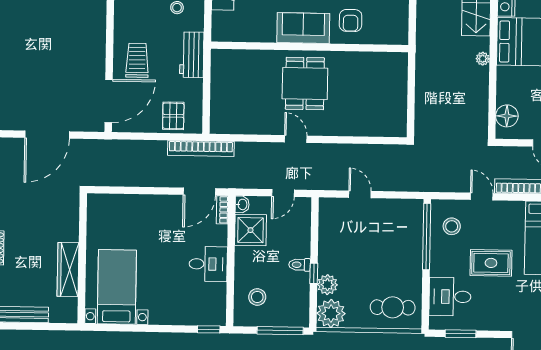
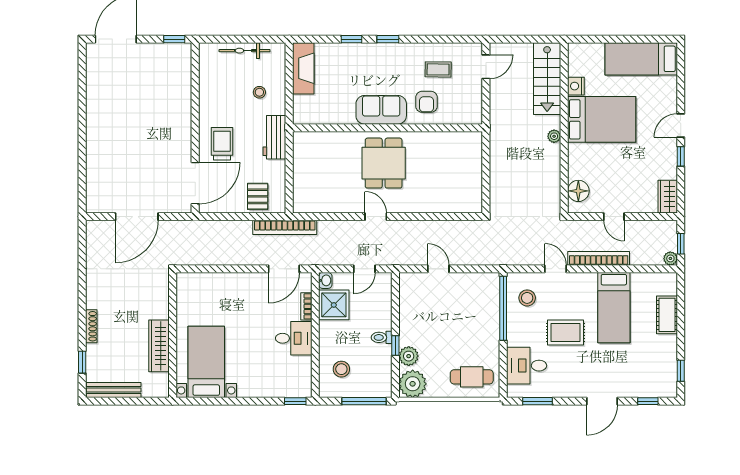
bookcase: (222, 210) -> (306, 306), moved

